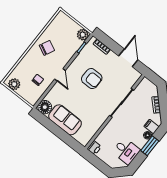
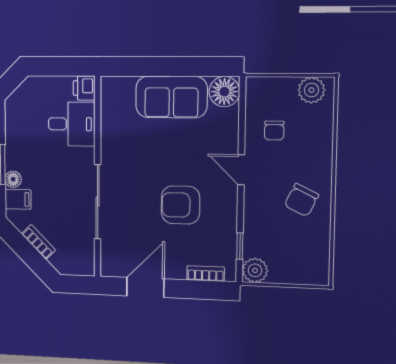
door: (128, 58) -> (145, 287), swing flipped
desk: (126, 151) -> (72, 124), moved, turned 180

